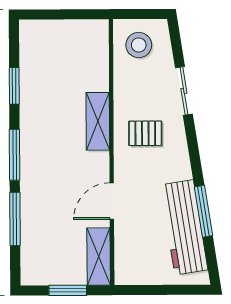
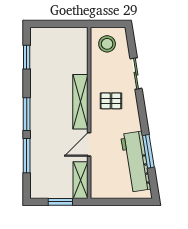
window: (14, 86) -> (27, 57), moved
shelving: (98, 121) -> (80, 102), width x1.47

